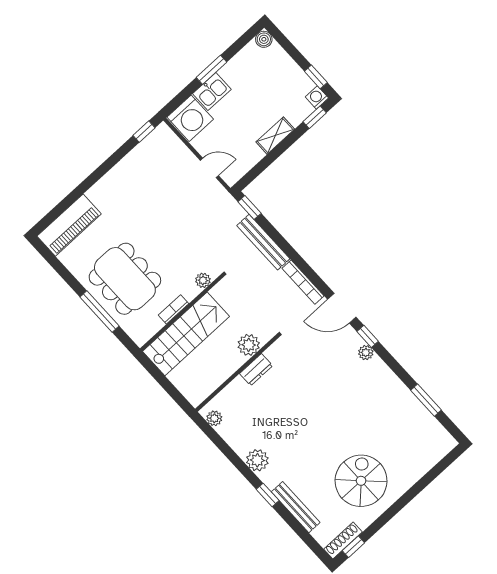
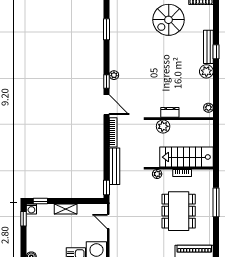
dining table: (125, 279) -> (179, 211), moved
bench: (296, 507) -> (208, 47), moved

